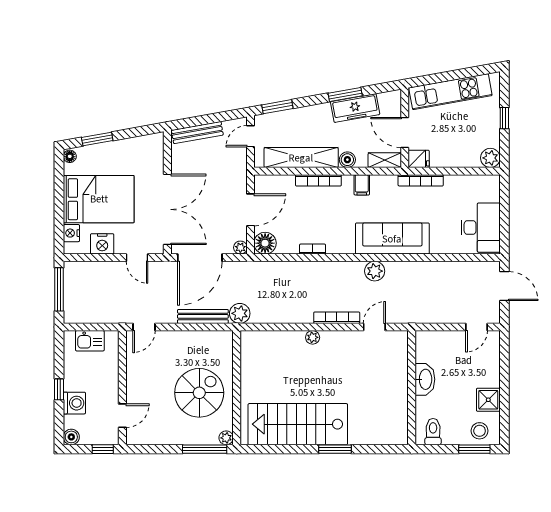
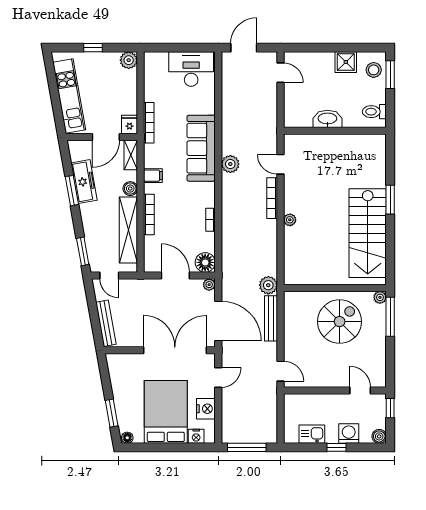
kitchen sink: (90, 341) -> (312, 434), moved, turned -90
spiral stairs: (199, 393) -> (340, 322), turned 90

